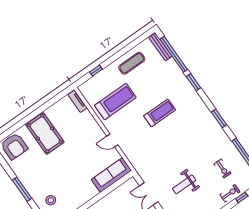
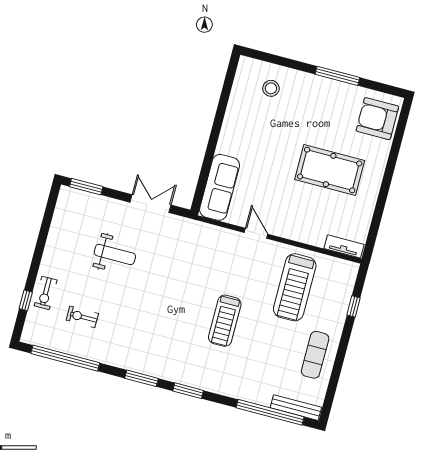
window: (193, 82) -> (188, 391), moved
pool table: (45, 133) -> (330, 170), moved
door: (112, 140) -> (256, 233), hinge flipped
weight bench: (184, 184) -> (115, 254), turned 90
window: (22, 189) -> (337, 76), moved

